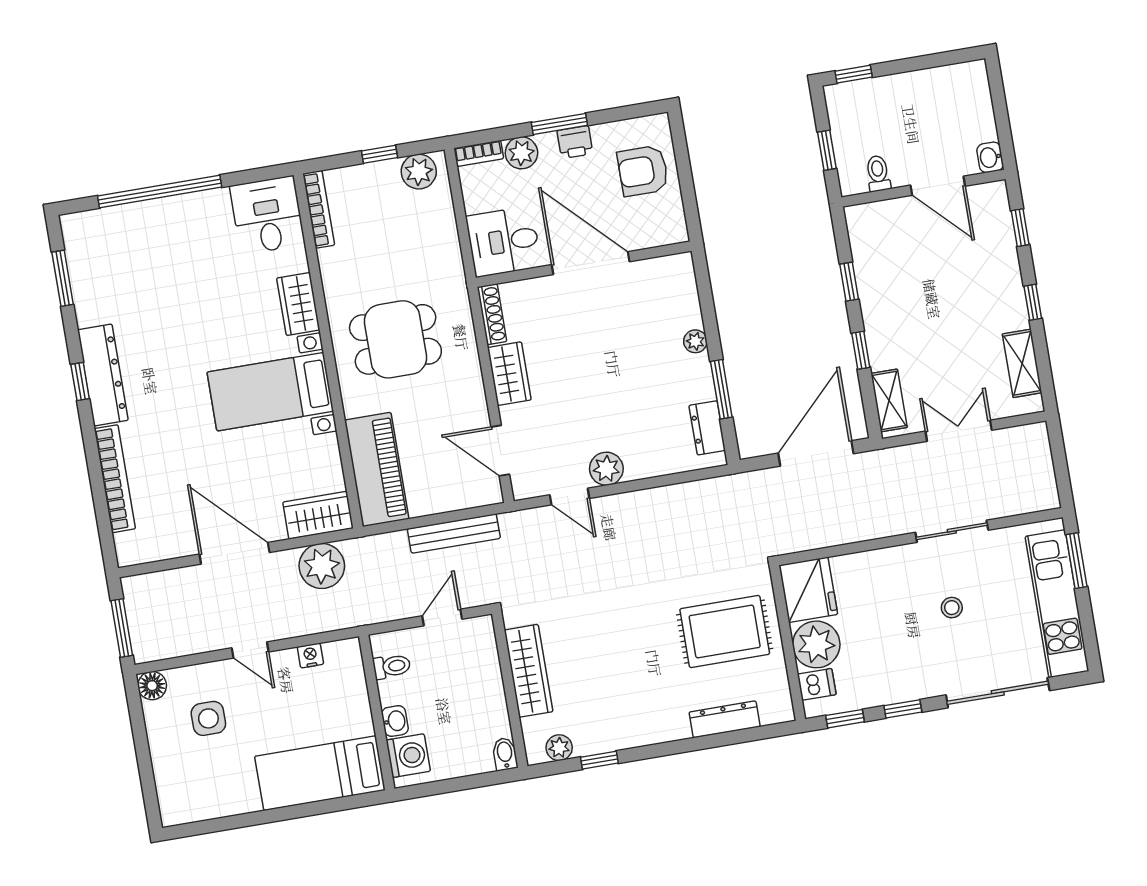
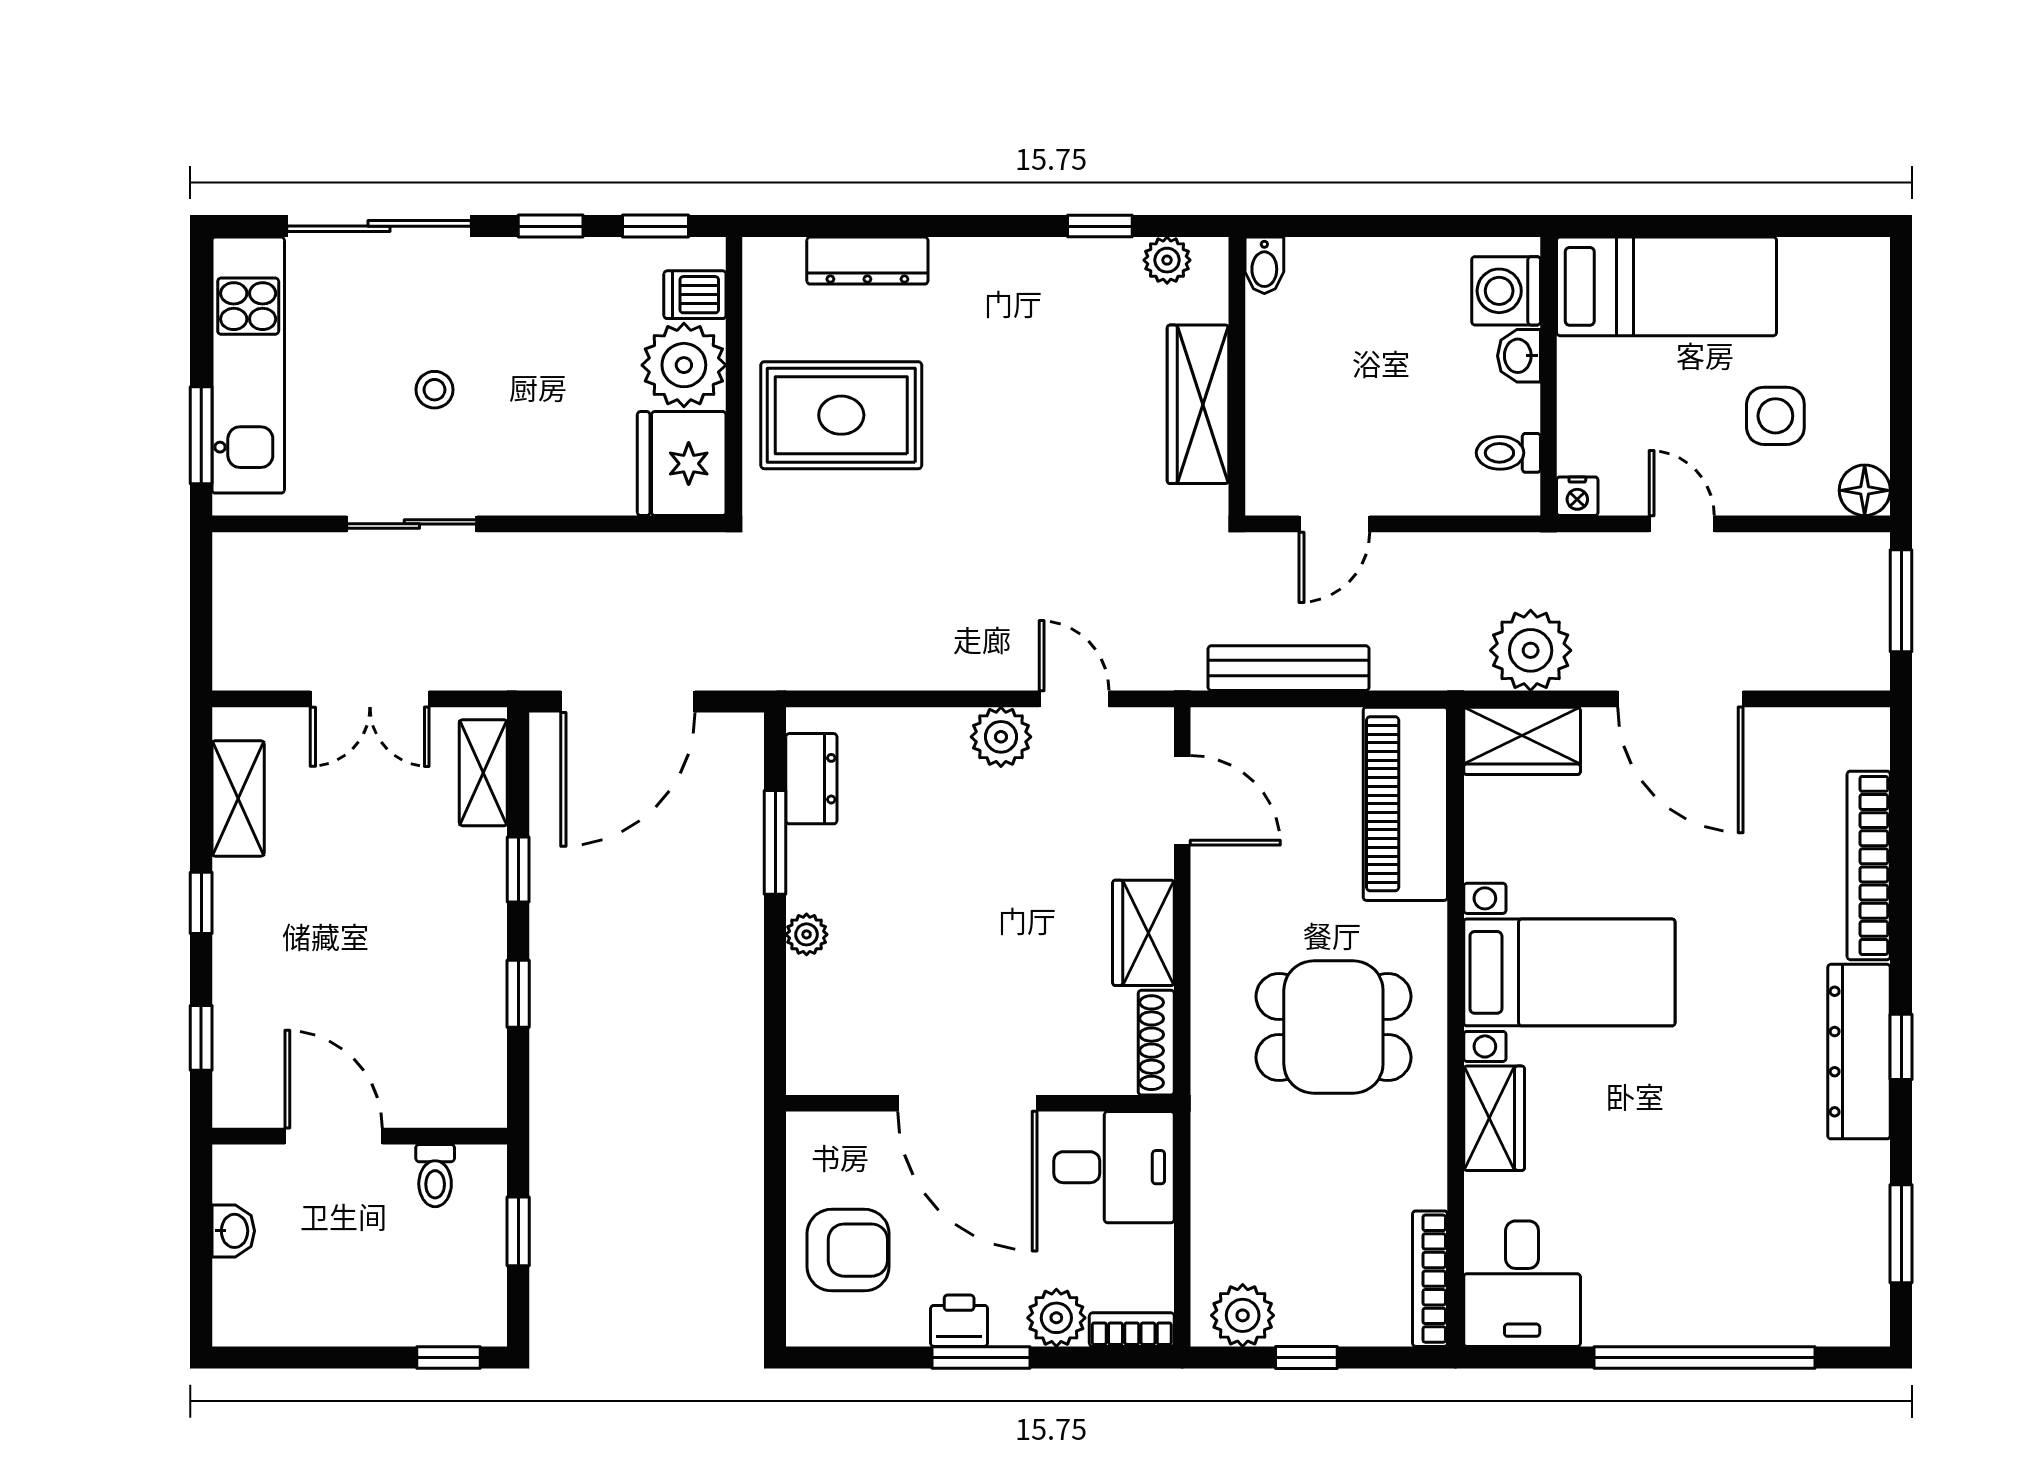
washbasin: (990, 157) -> (233, 1231), moved
toilet: (392, 666) -> (1508, 453), moved
wall: (377, 712) -> (1548, 376), moved
washbasin: (395, 721) -> (1519, 356), moved
washing machine: (408, 756) -> (1506, 291), moved
bed: (320, 773) -> (1667, 286), moved

